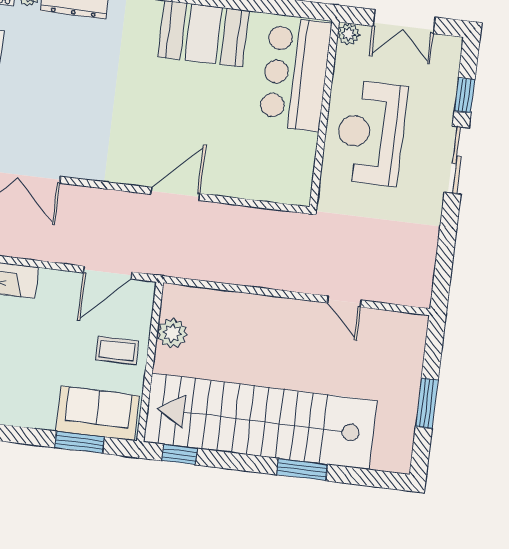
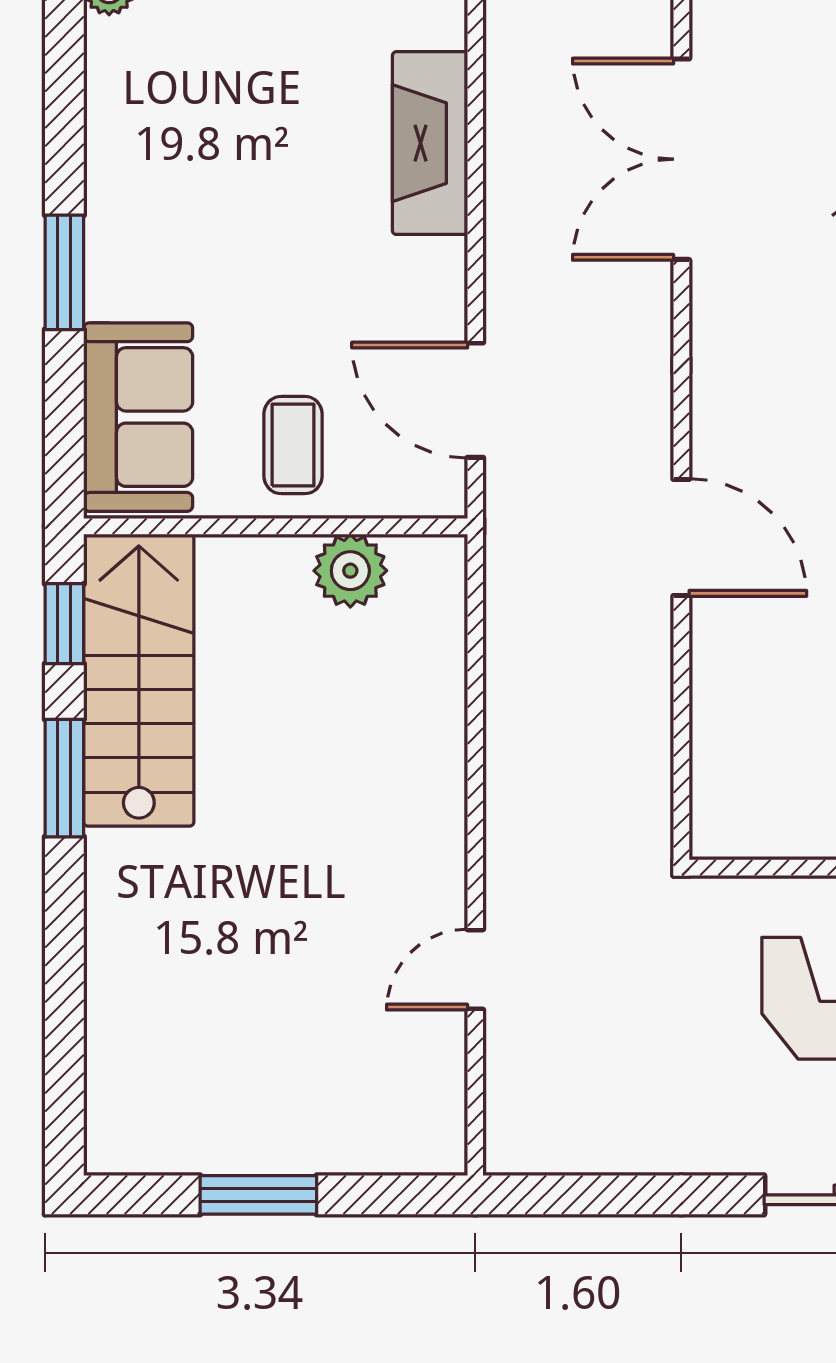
stairs: (260, 421) -> (139, 680), width x0.54, depth x0.66
window: (79, 442) -> (64, 272), moved
window: (302, 470) -> (64, 778), moved

